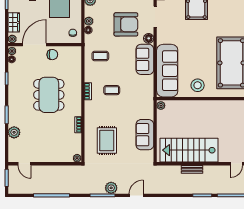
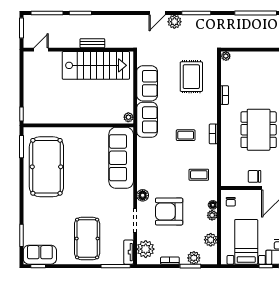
sofa: (145, 59) -> (147, 120), moved
stool: (198, 85) -> (86, 141), removed
plant: (111, 188) -> (174, 22), moved

